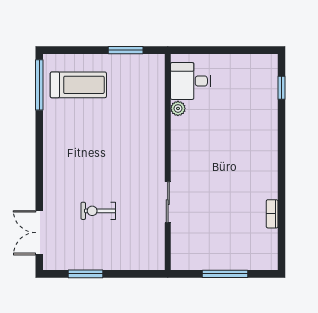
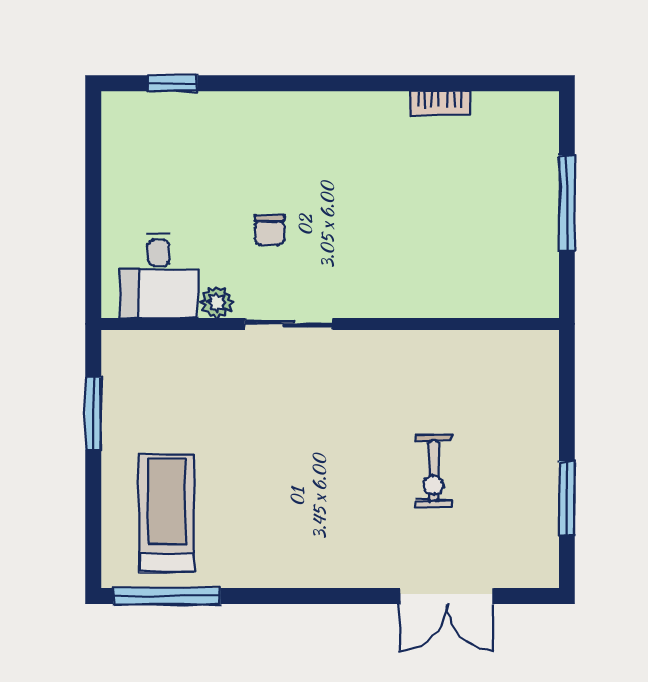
chair: (212, 133) -> (270, 230), added
sliding door: (168, 202) -> (289, 324), moved
double door: (39, 233) -> (447, 596), moved

